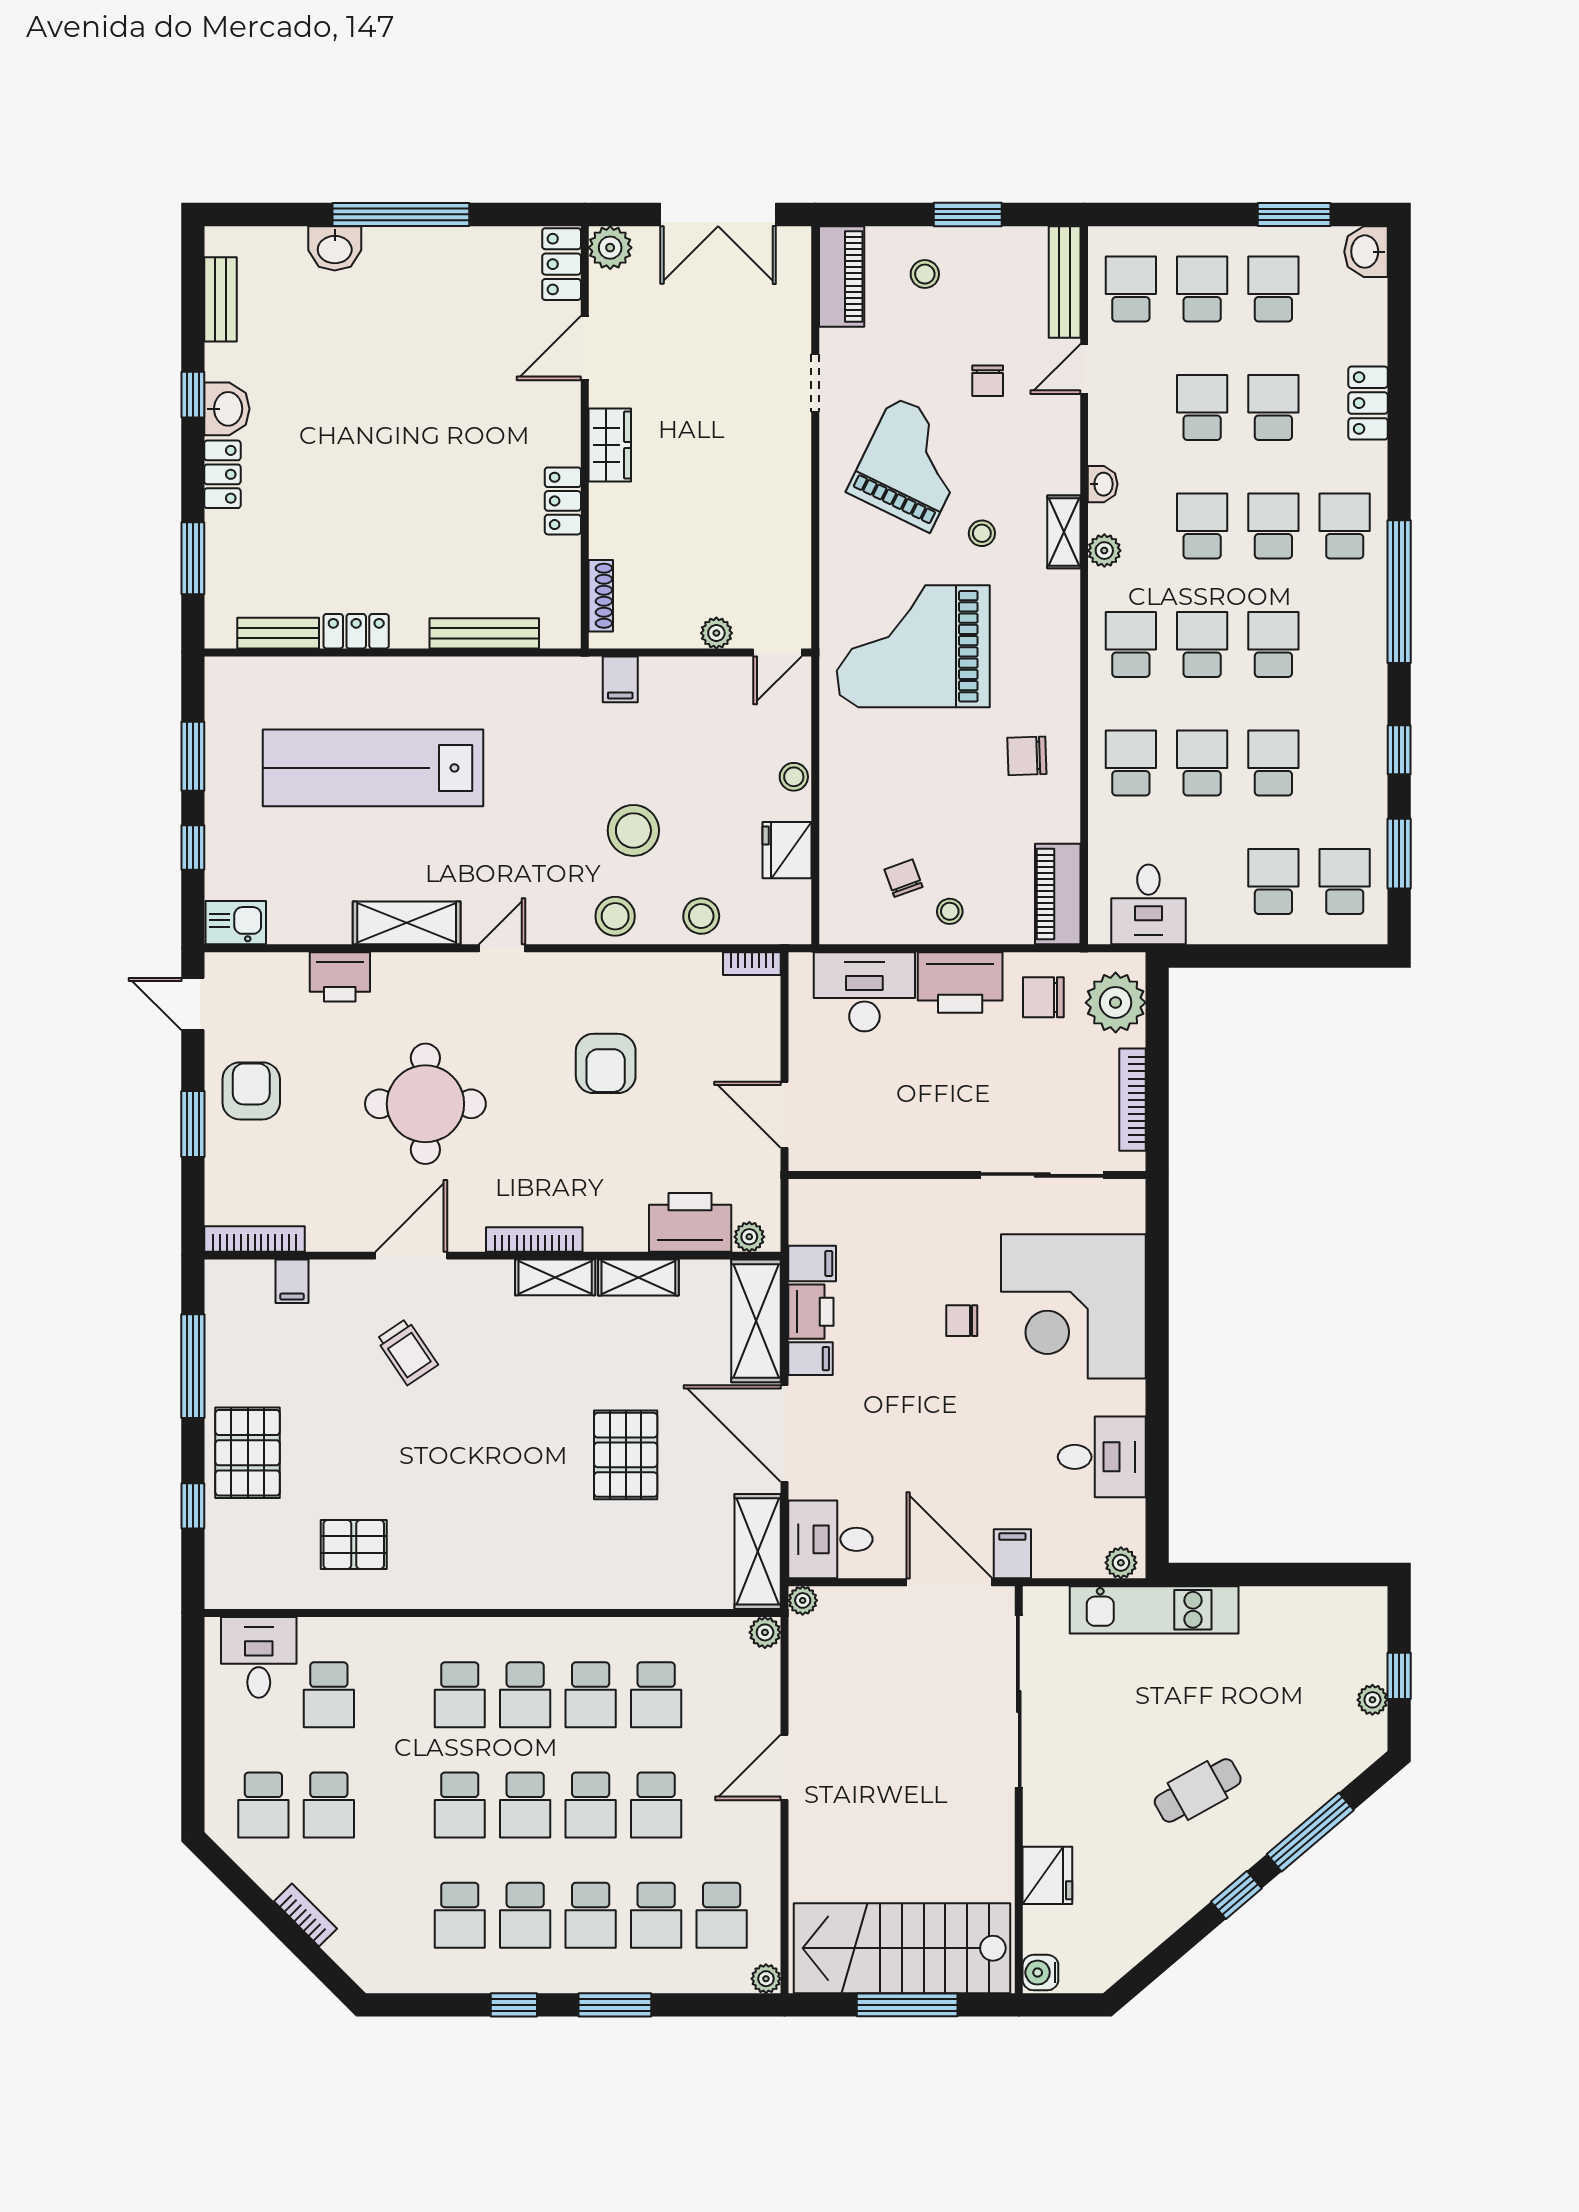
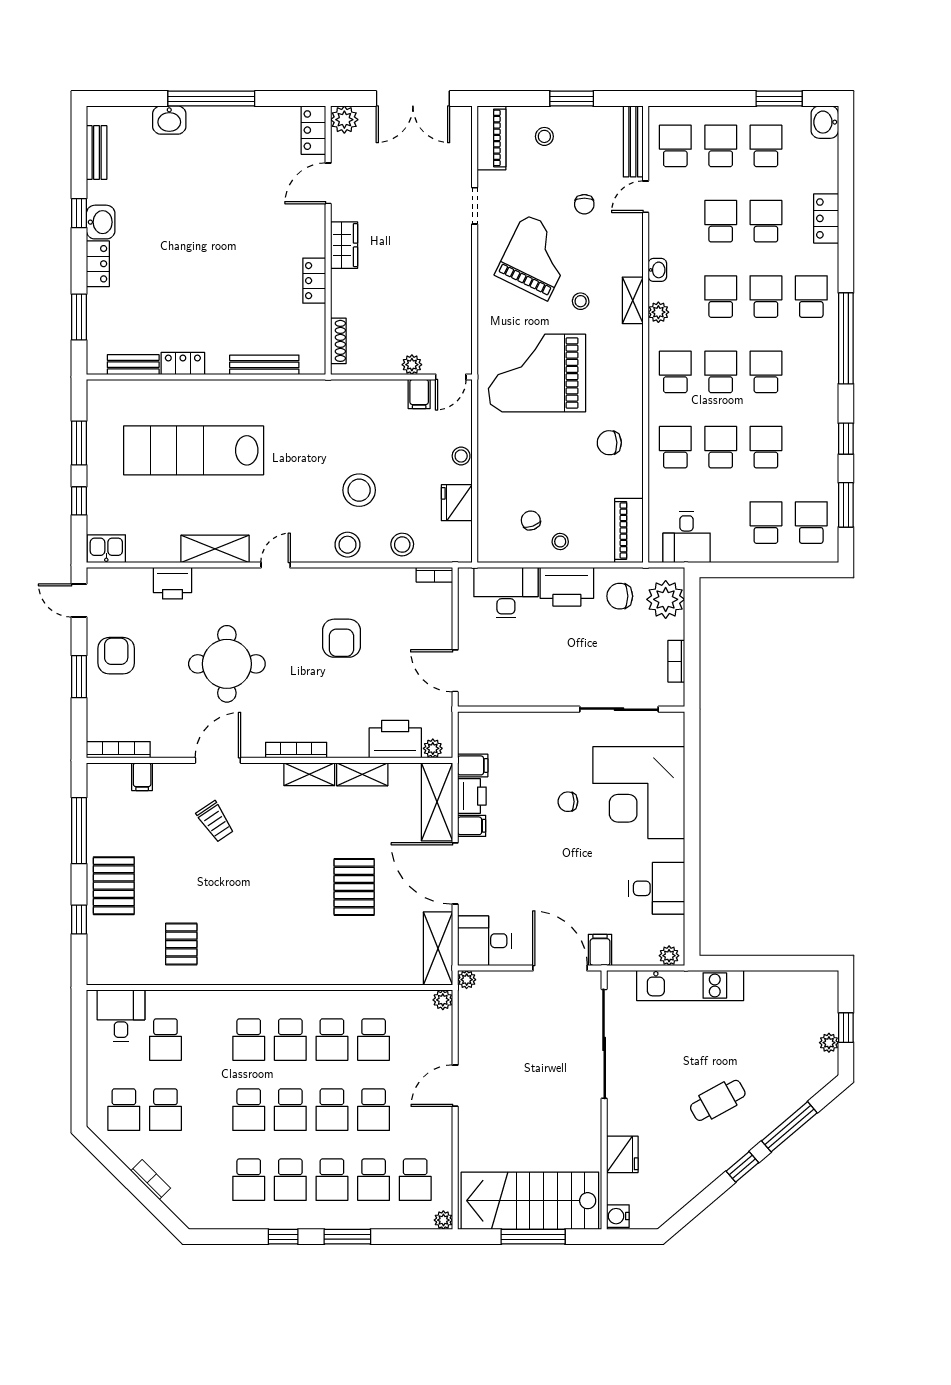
filing cabinet: (620, 679) -> (419, 394), moved
bookcase: (1132, 1100) -> (676, 661), width x0.64
pallet: (354, 1545) -> (181, 944), turned 90

